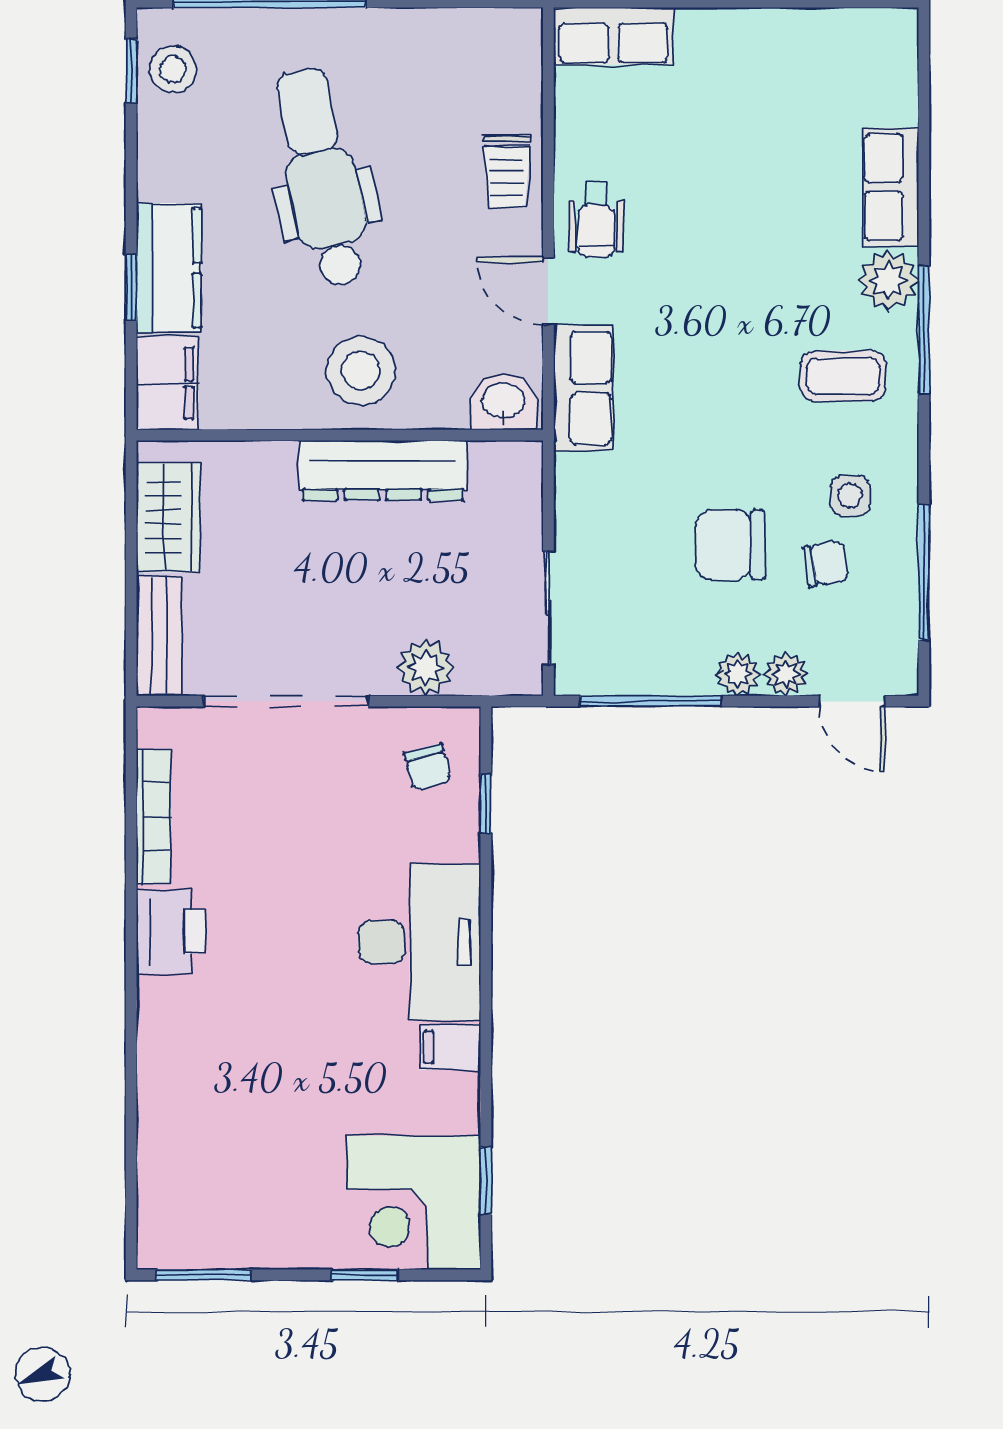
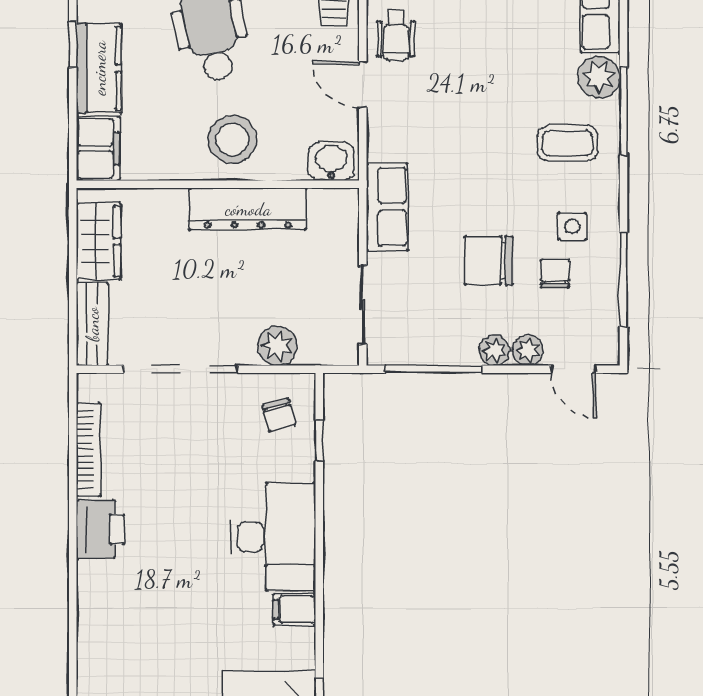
window: (131, 287) -> (73, 44), moved
row of seats: (584, 388) -> (387, 207), moved
chair: (825, 563) -> (555, 274), turned -80

